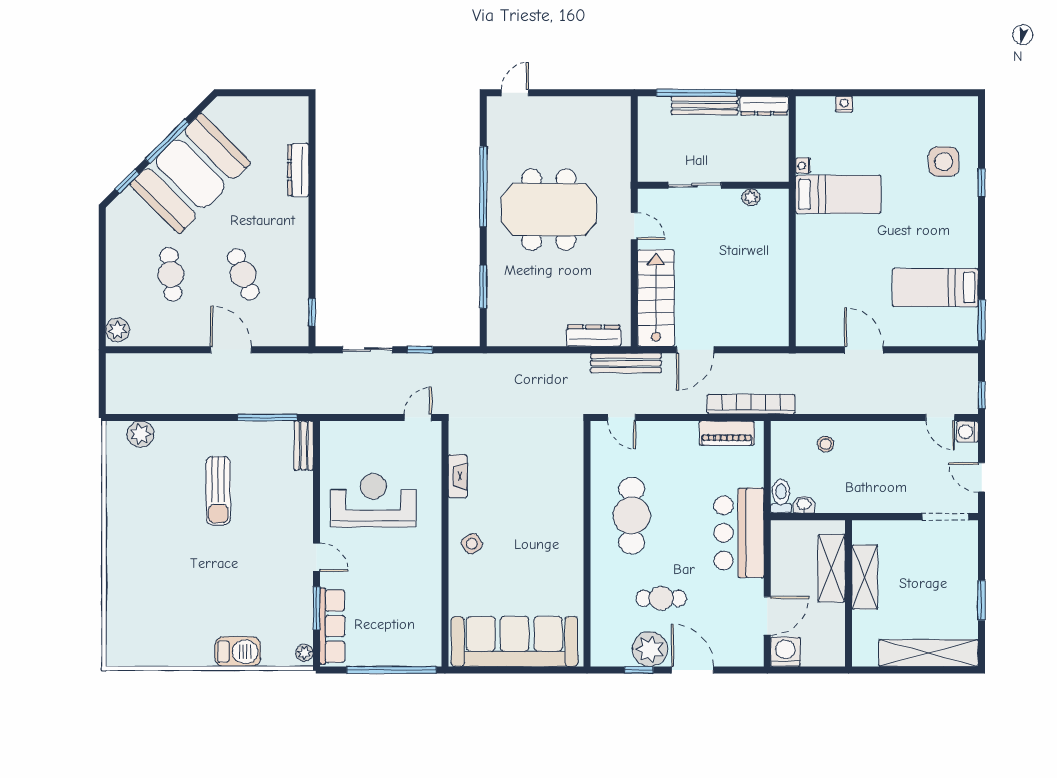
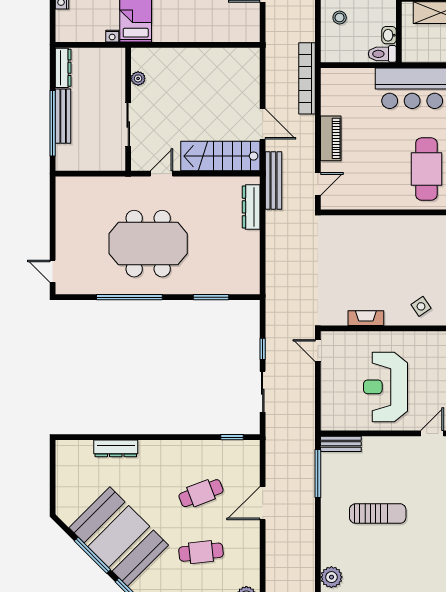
meeting table: (549, 210) -> (148, 244), turned 90
piano: (727, 433) -> (331, 138), moved
cafe table: (632, 516) -> (426, 169), moved, turned 90

